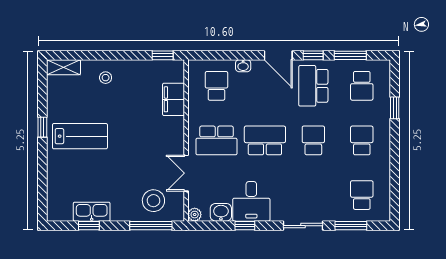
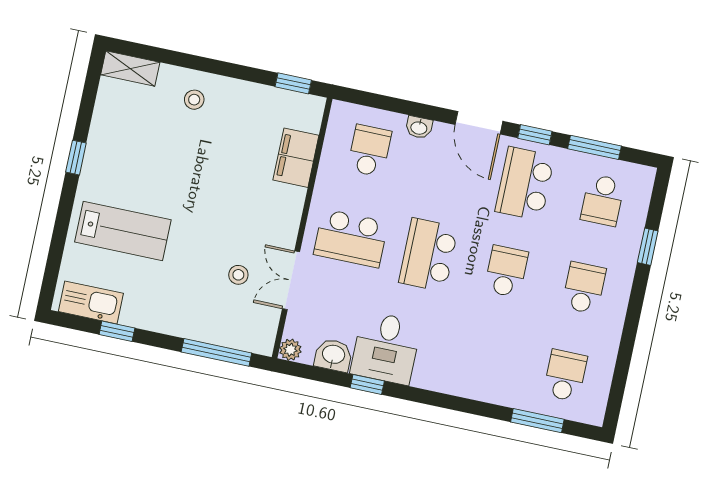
lab bench: (80, 136) -> (123, 231), moved
school desk: (265, 140) -> (428, 255), turned -90
stool: (153, 201) -> (238, 275), moved, width x0.53, depth x0.53
kitchen sink: (92, 212) -> (91, 302), moved
sliding door: (303, 226) -> (460, 404), removed

